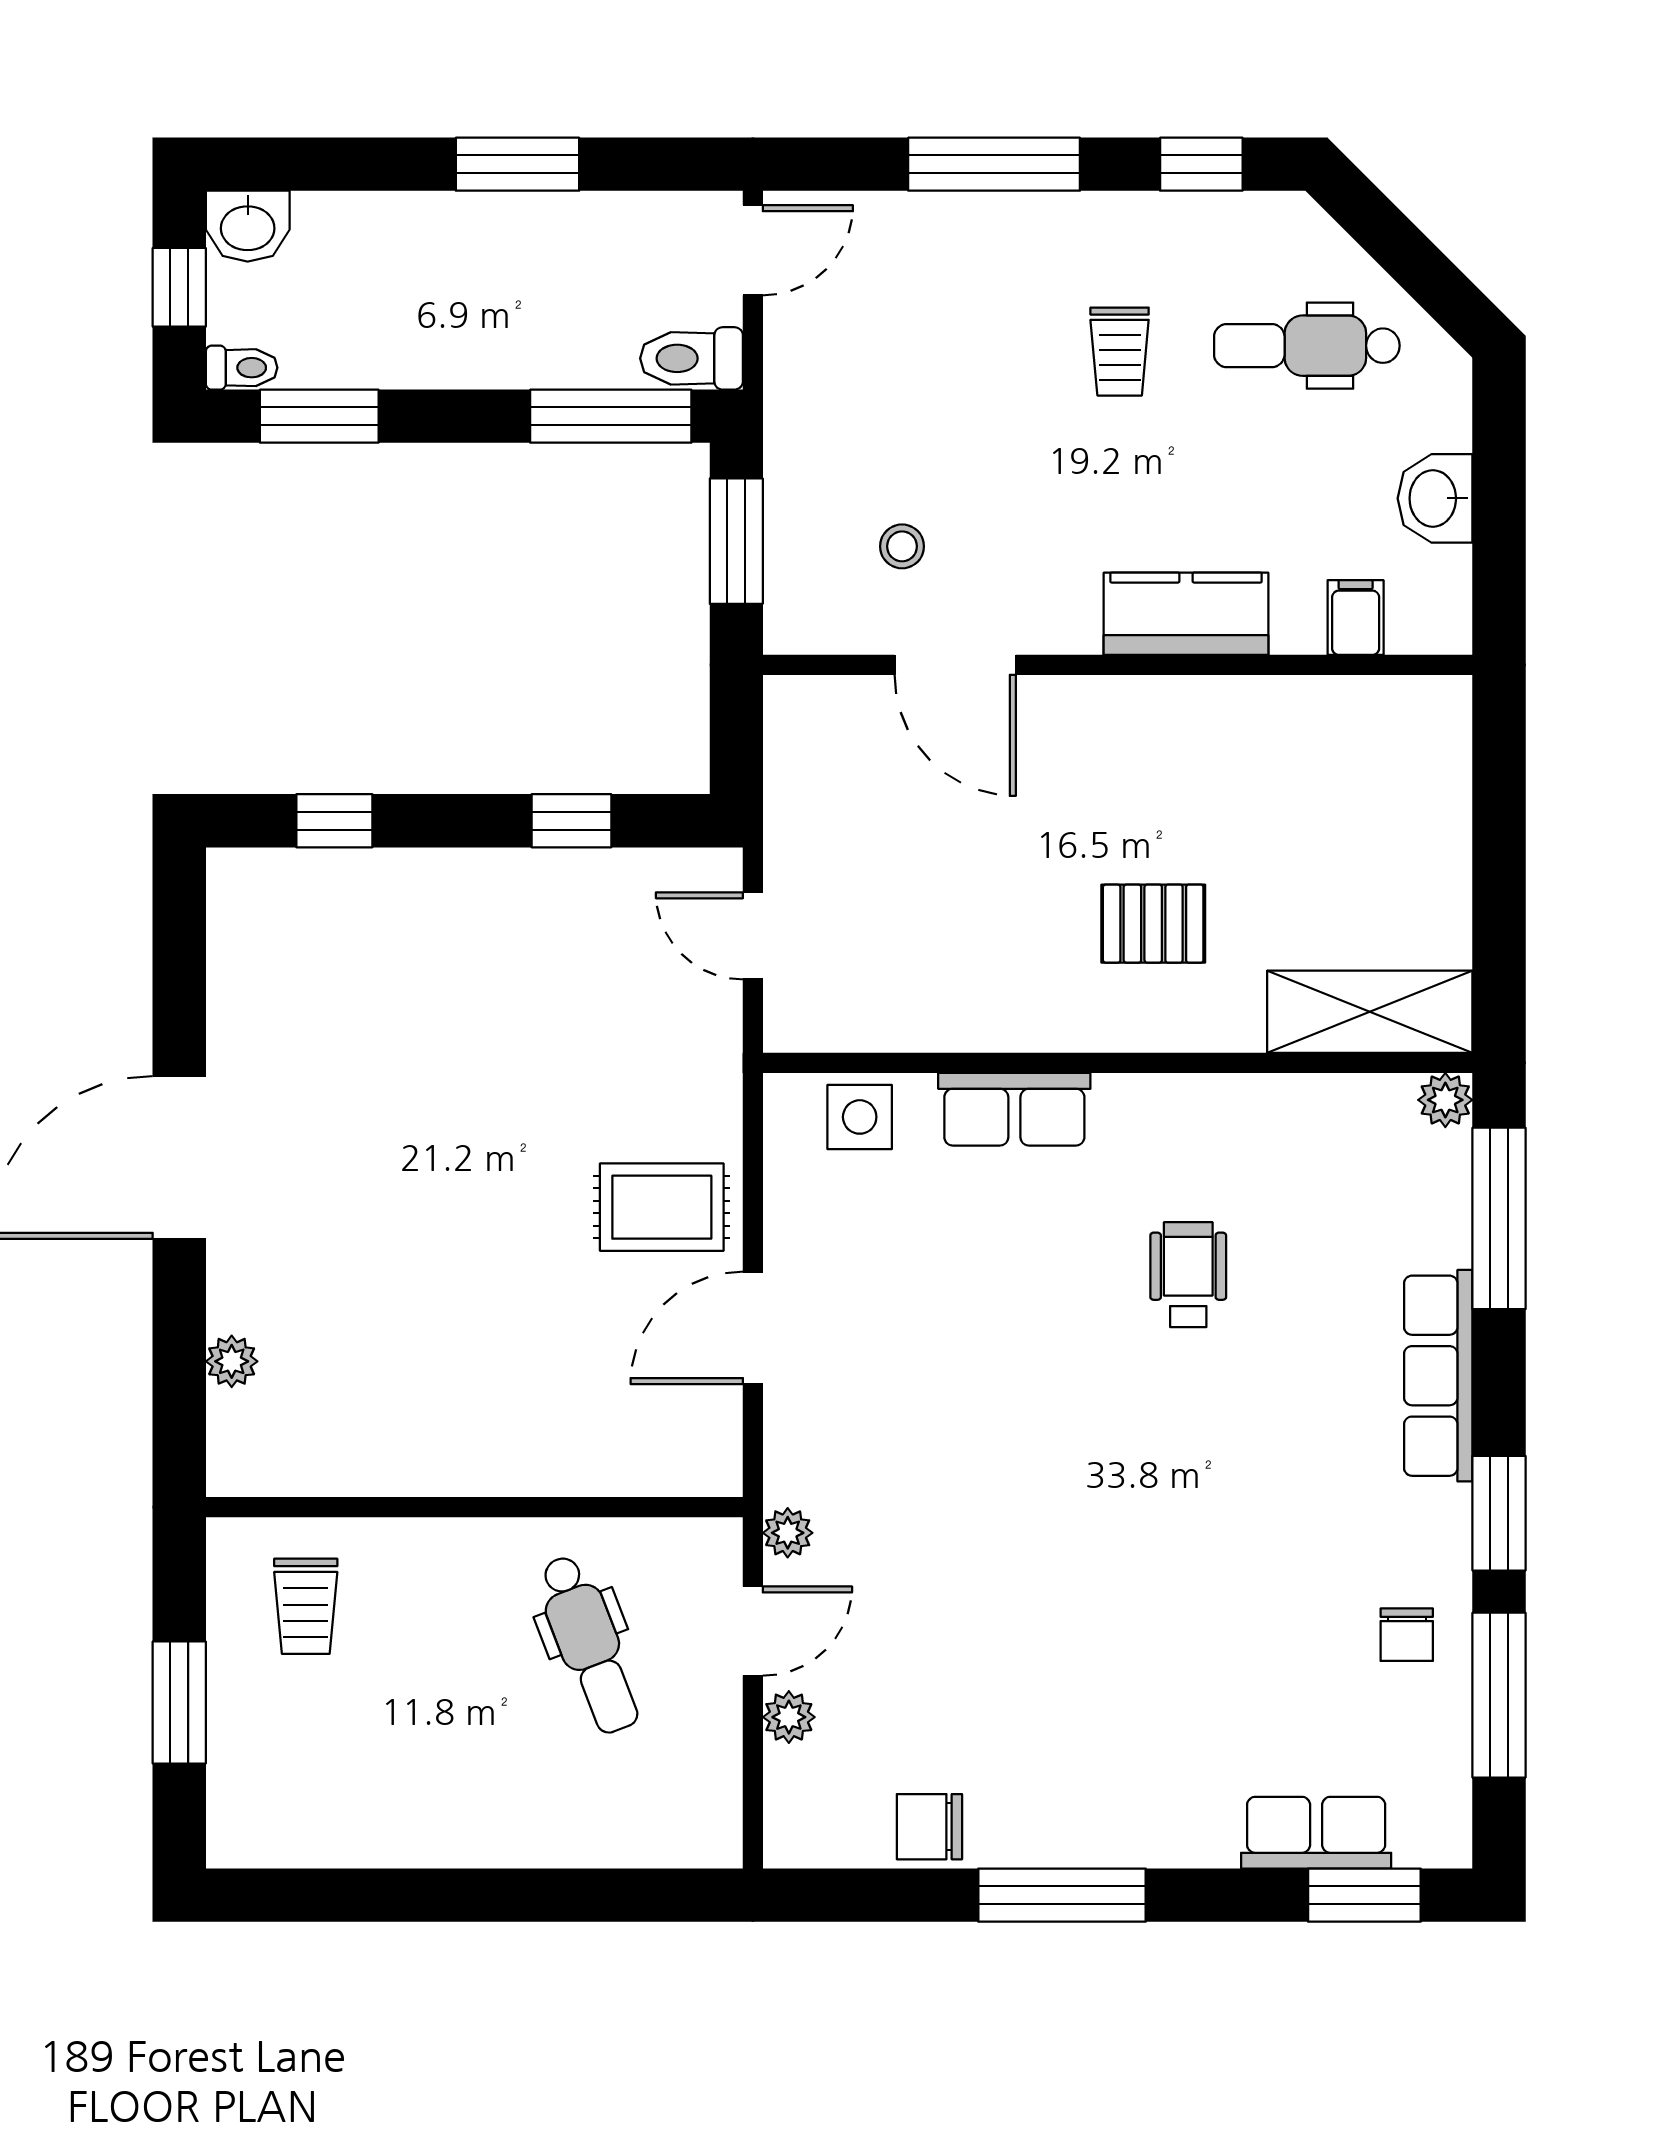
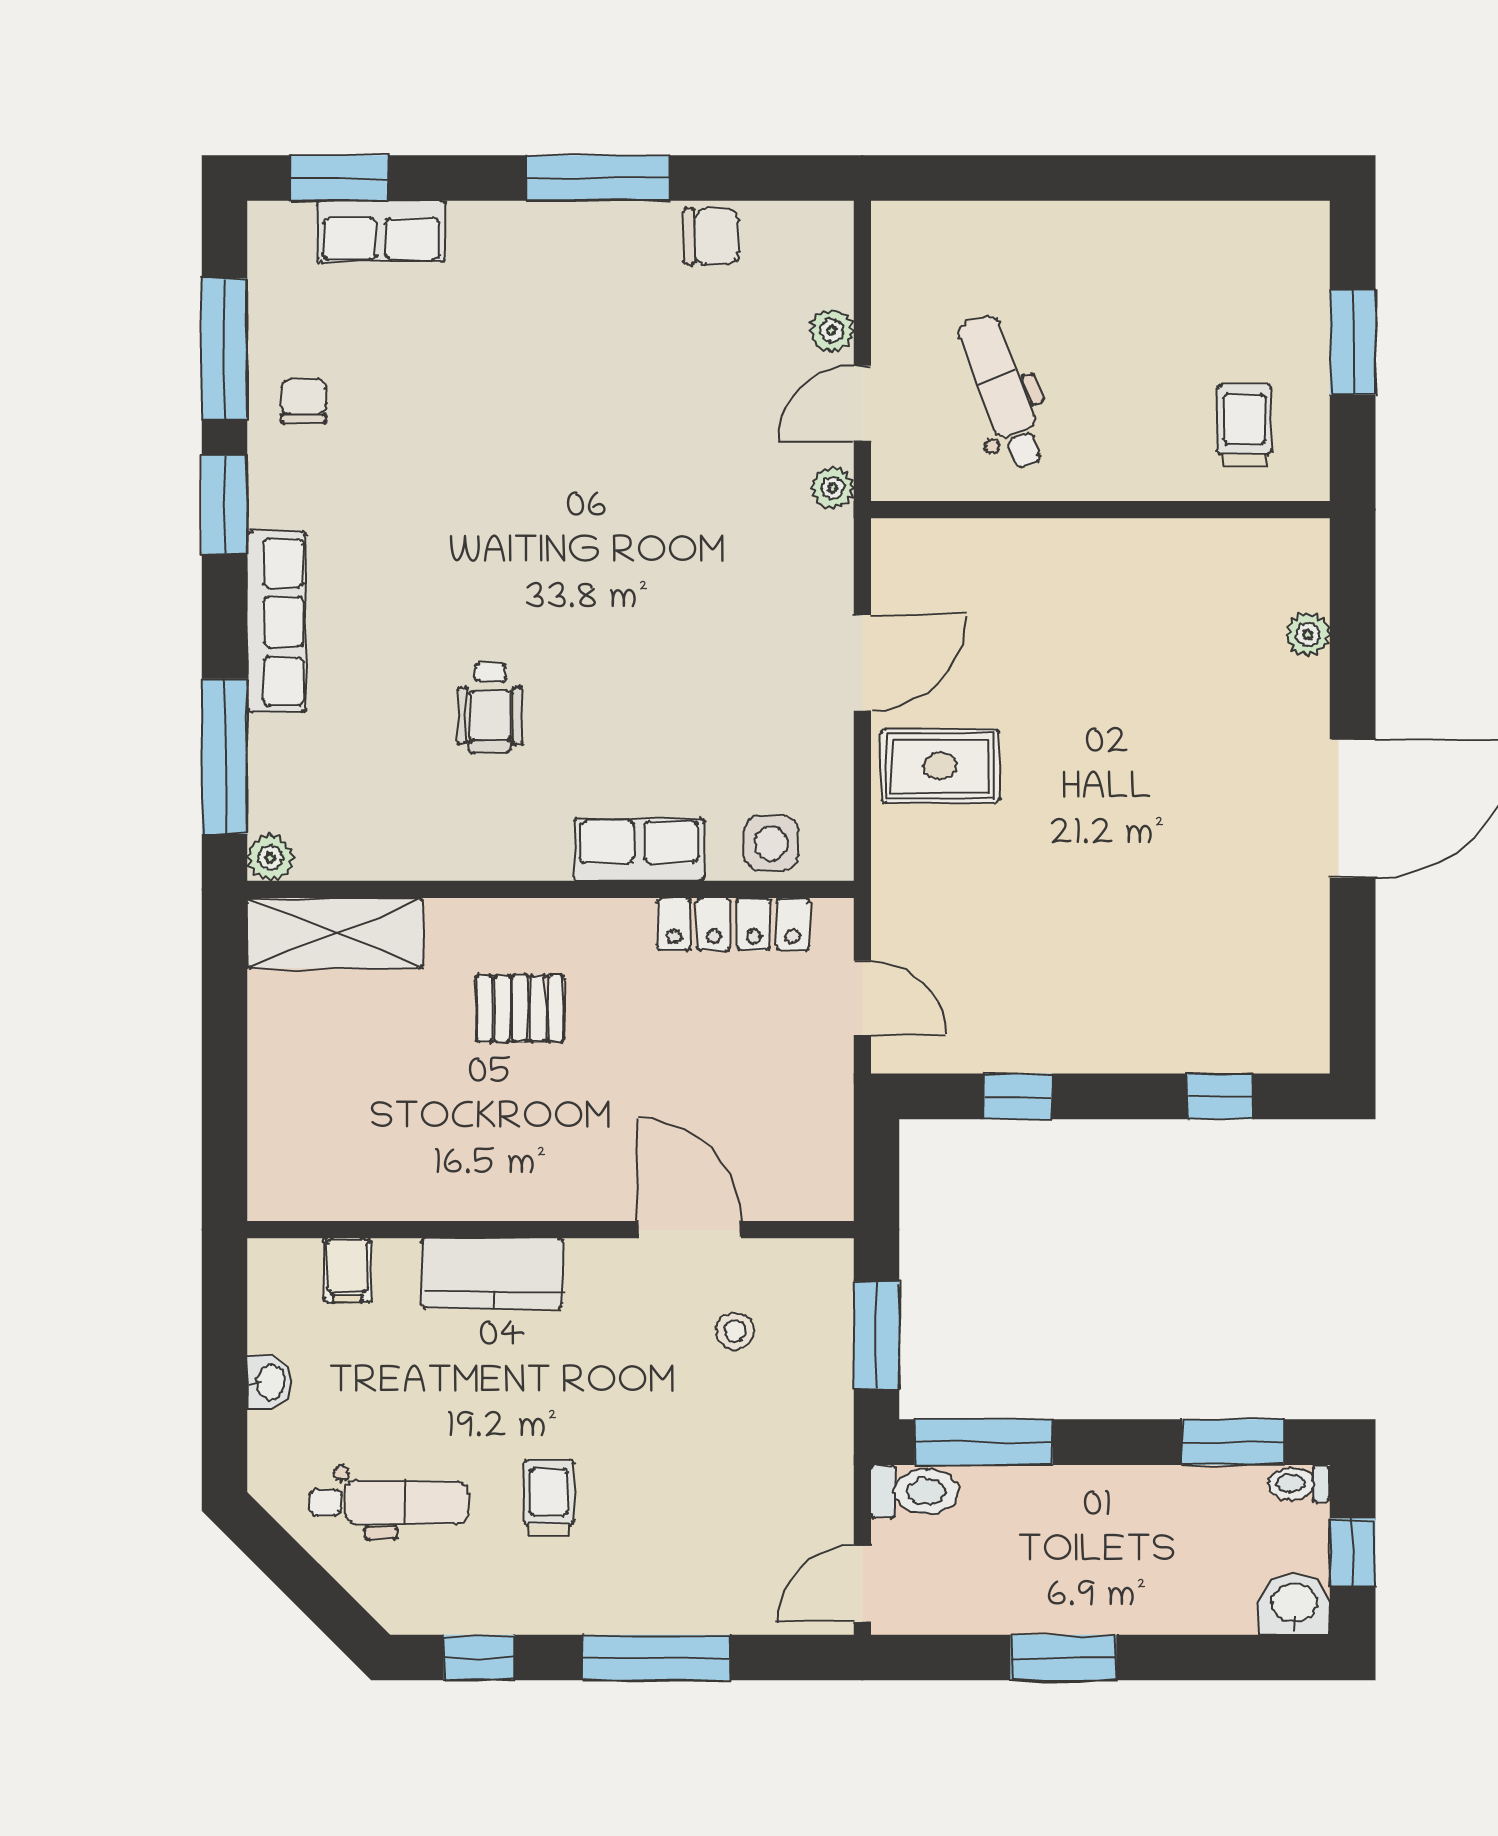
washbasin: (1435, 498) -> (269, 1382), width x0.72, depth x0.69
locker: (904, 1022) -> (734, 924), added

